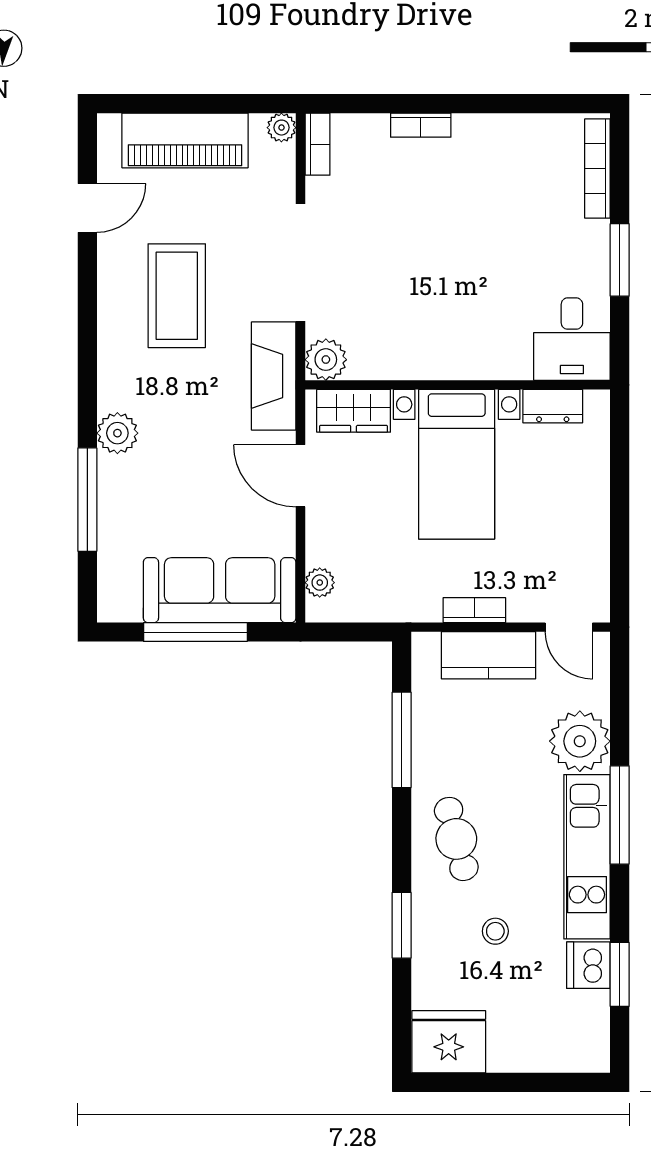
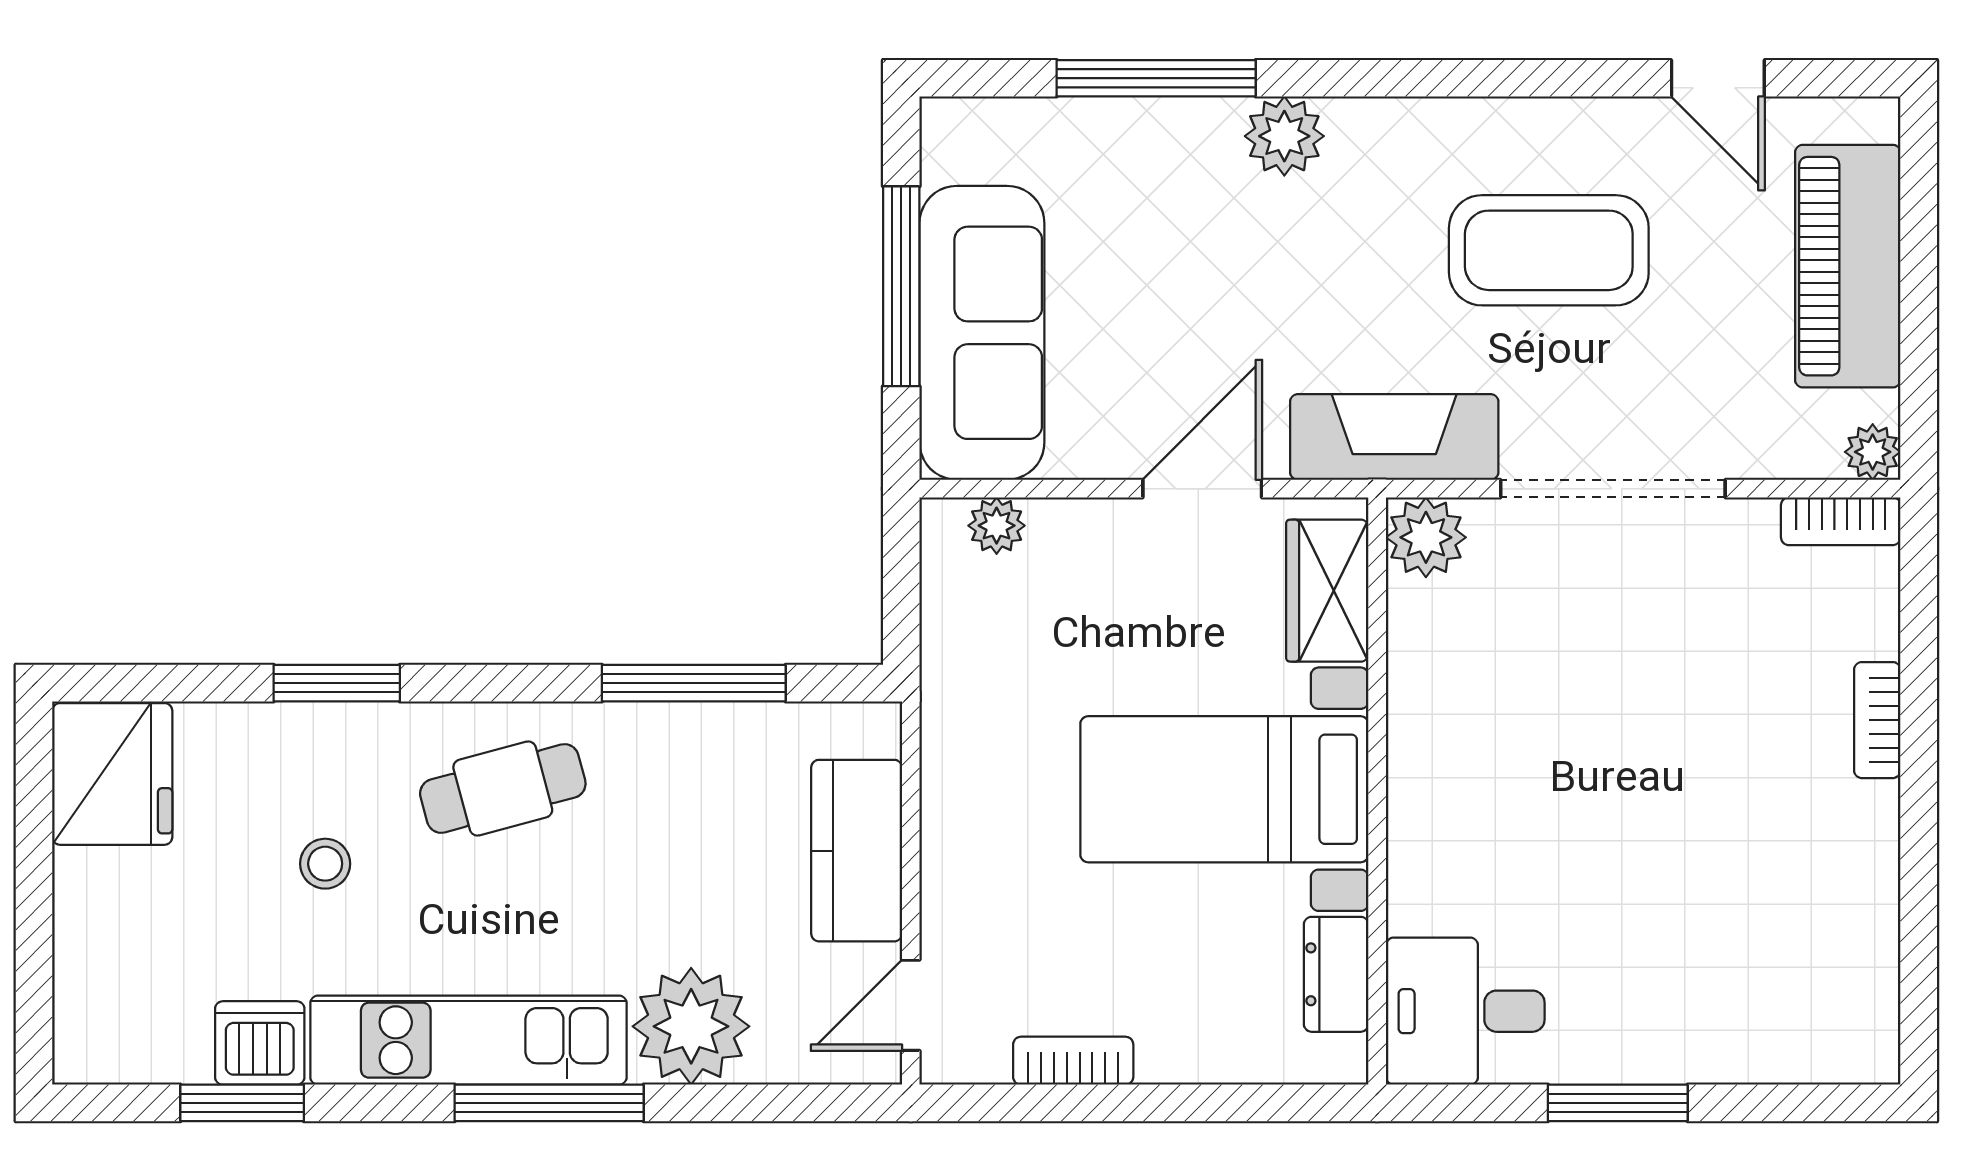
bookcase: (597, 169) -> (1794, 1060), removed
bookcase: (474, 610) -> (1073, 1061), moved, turned -90

